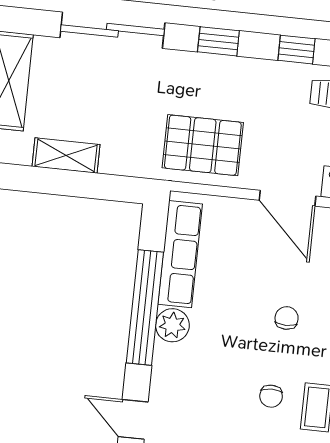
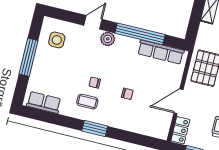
plant: (172, 325) -> (108, 39), moved

